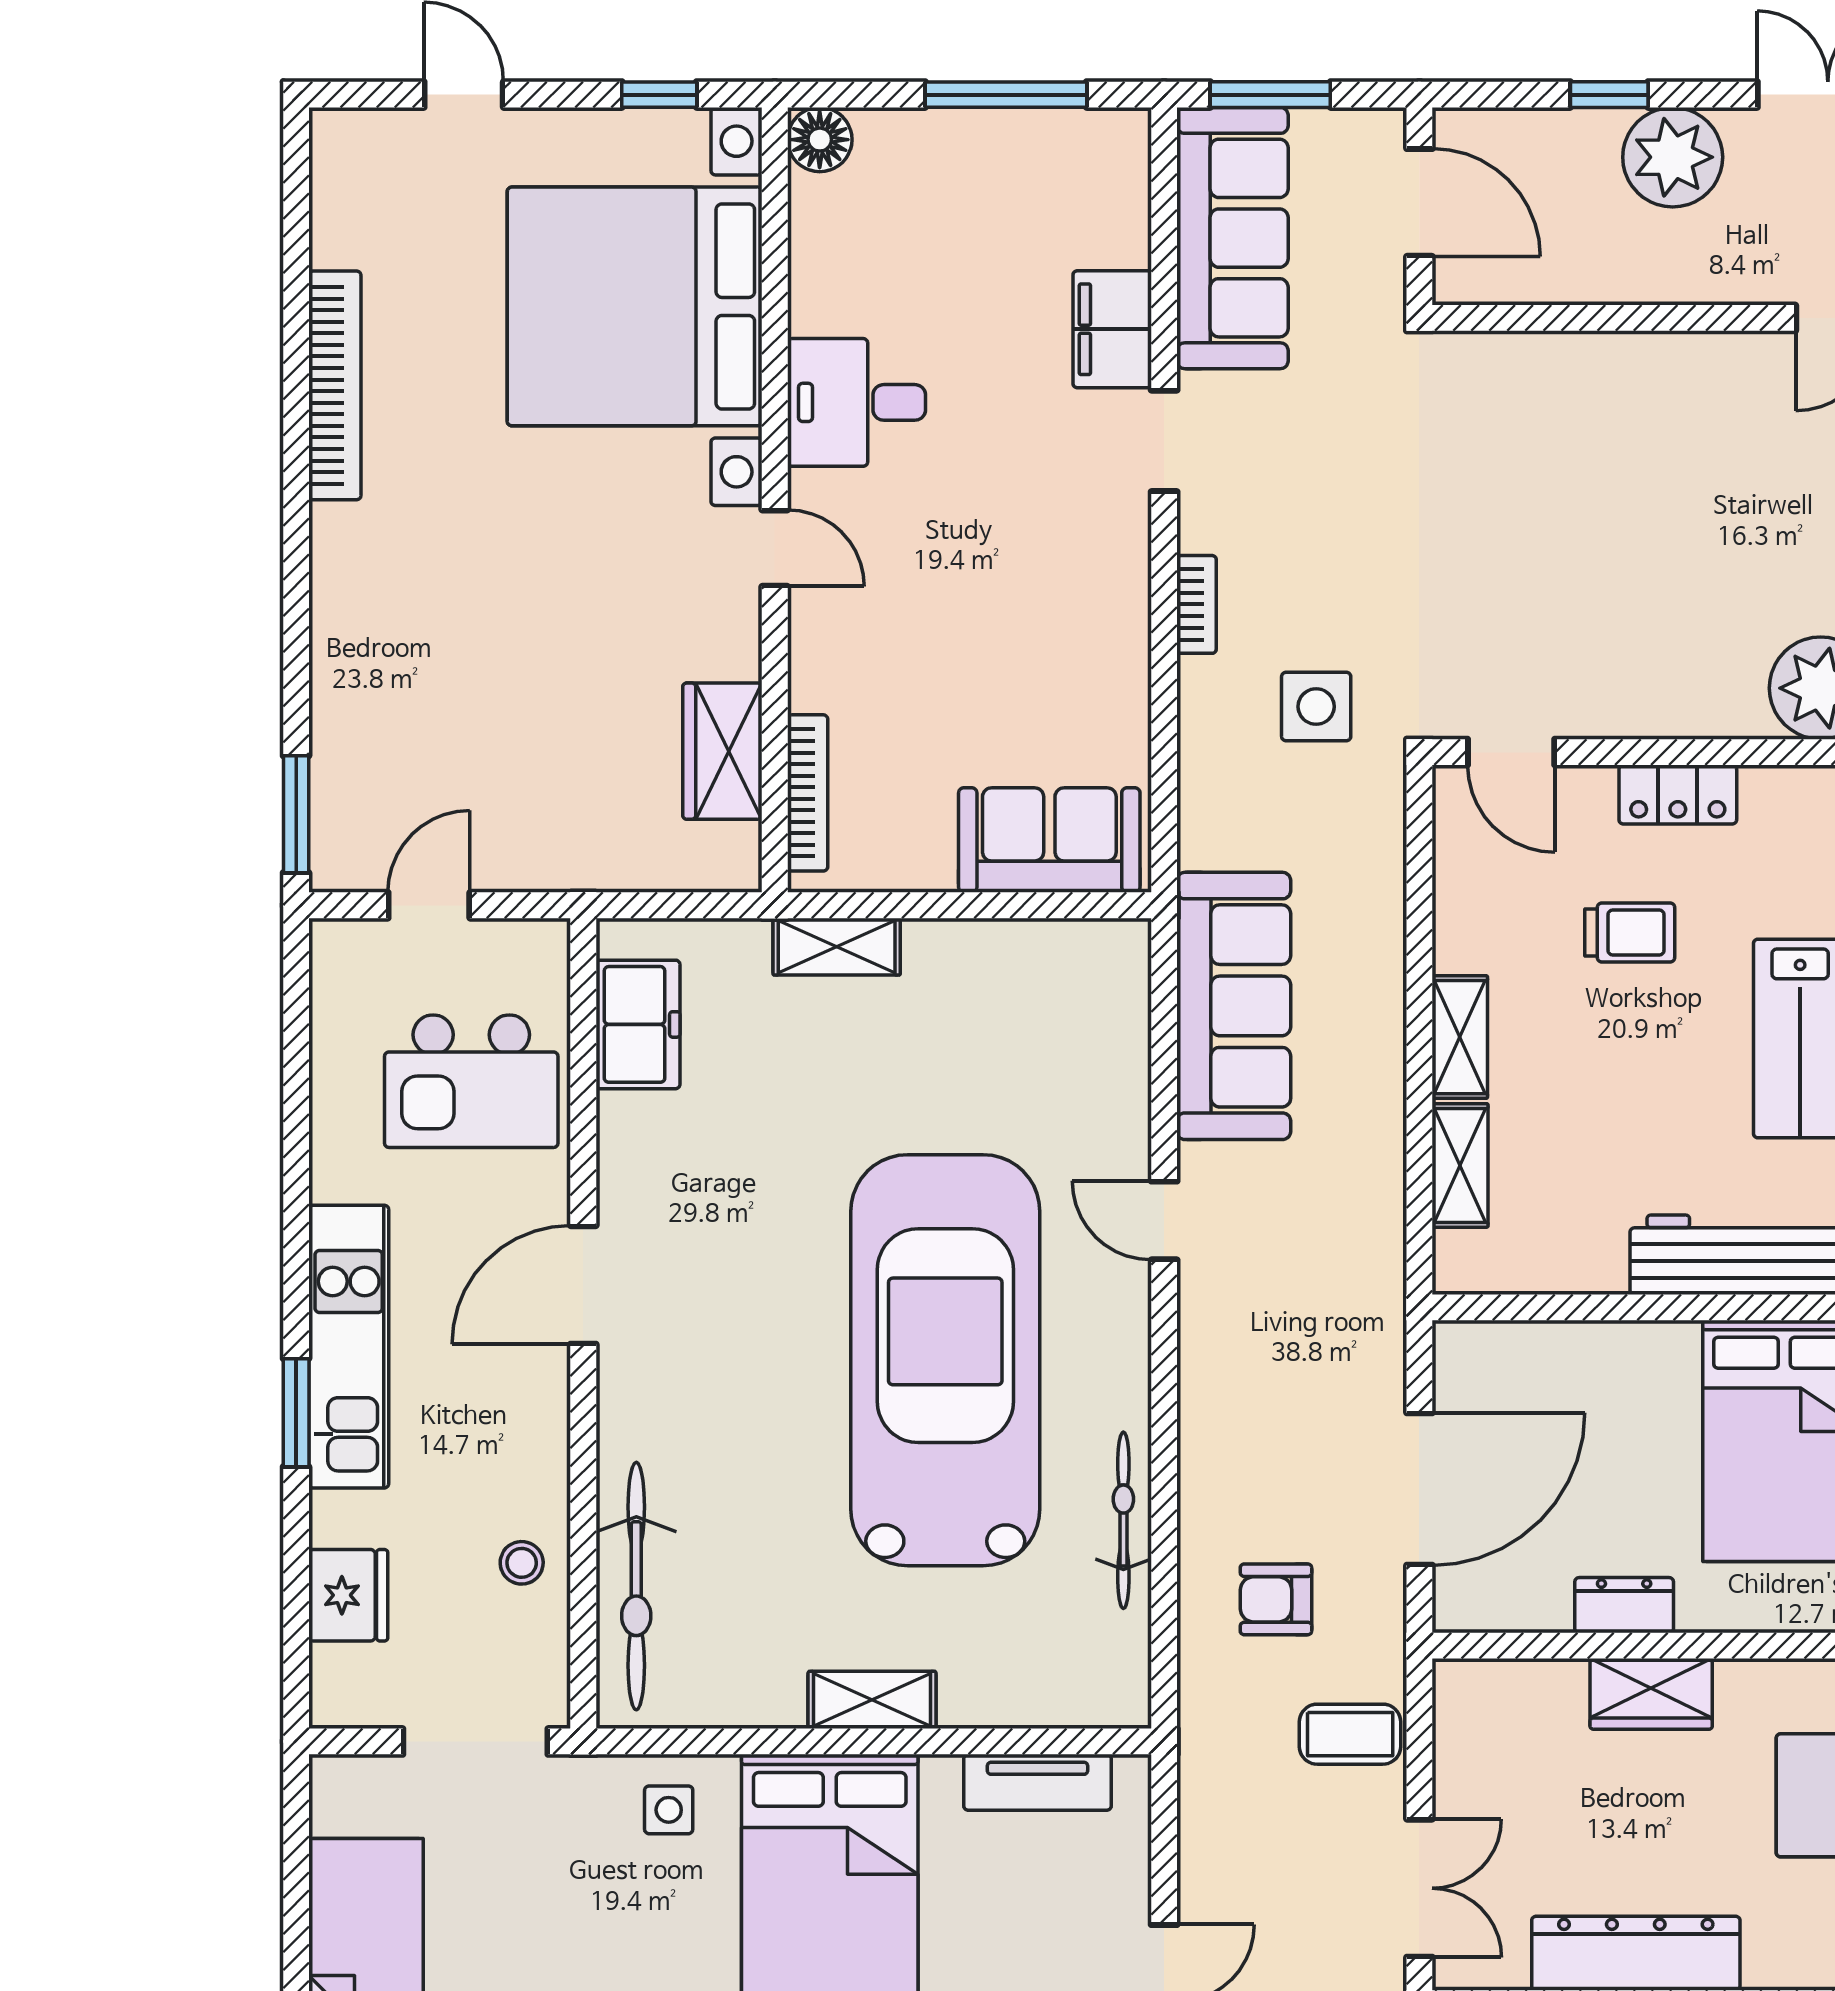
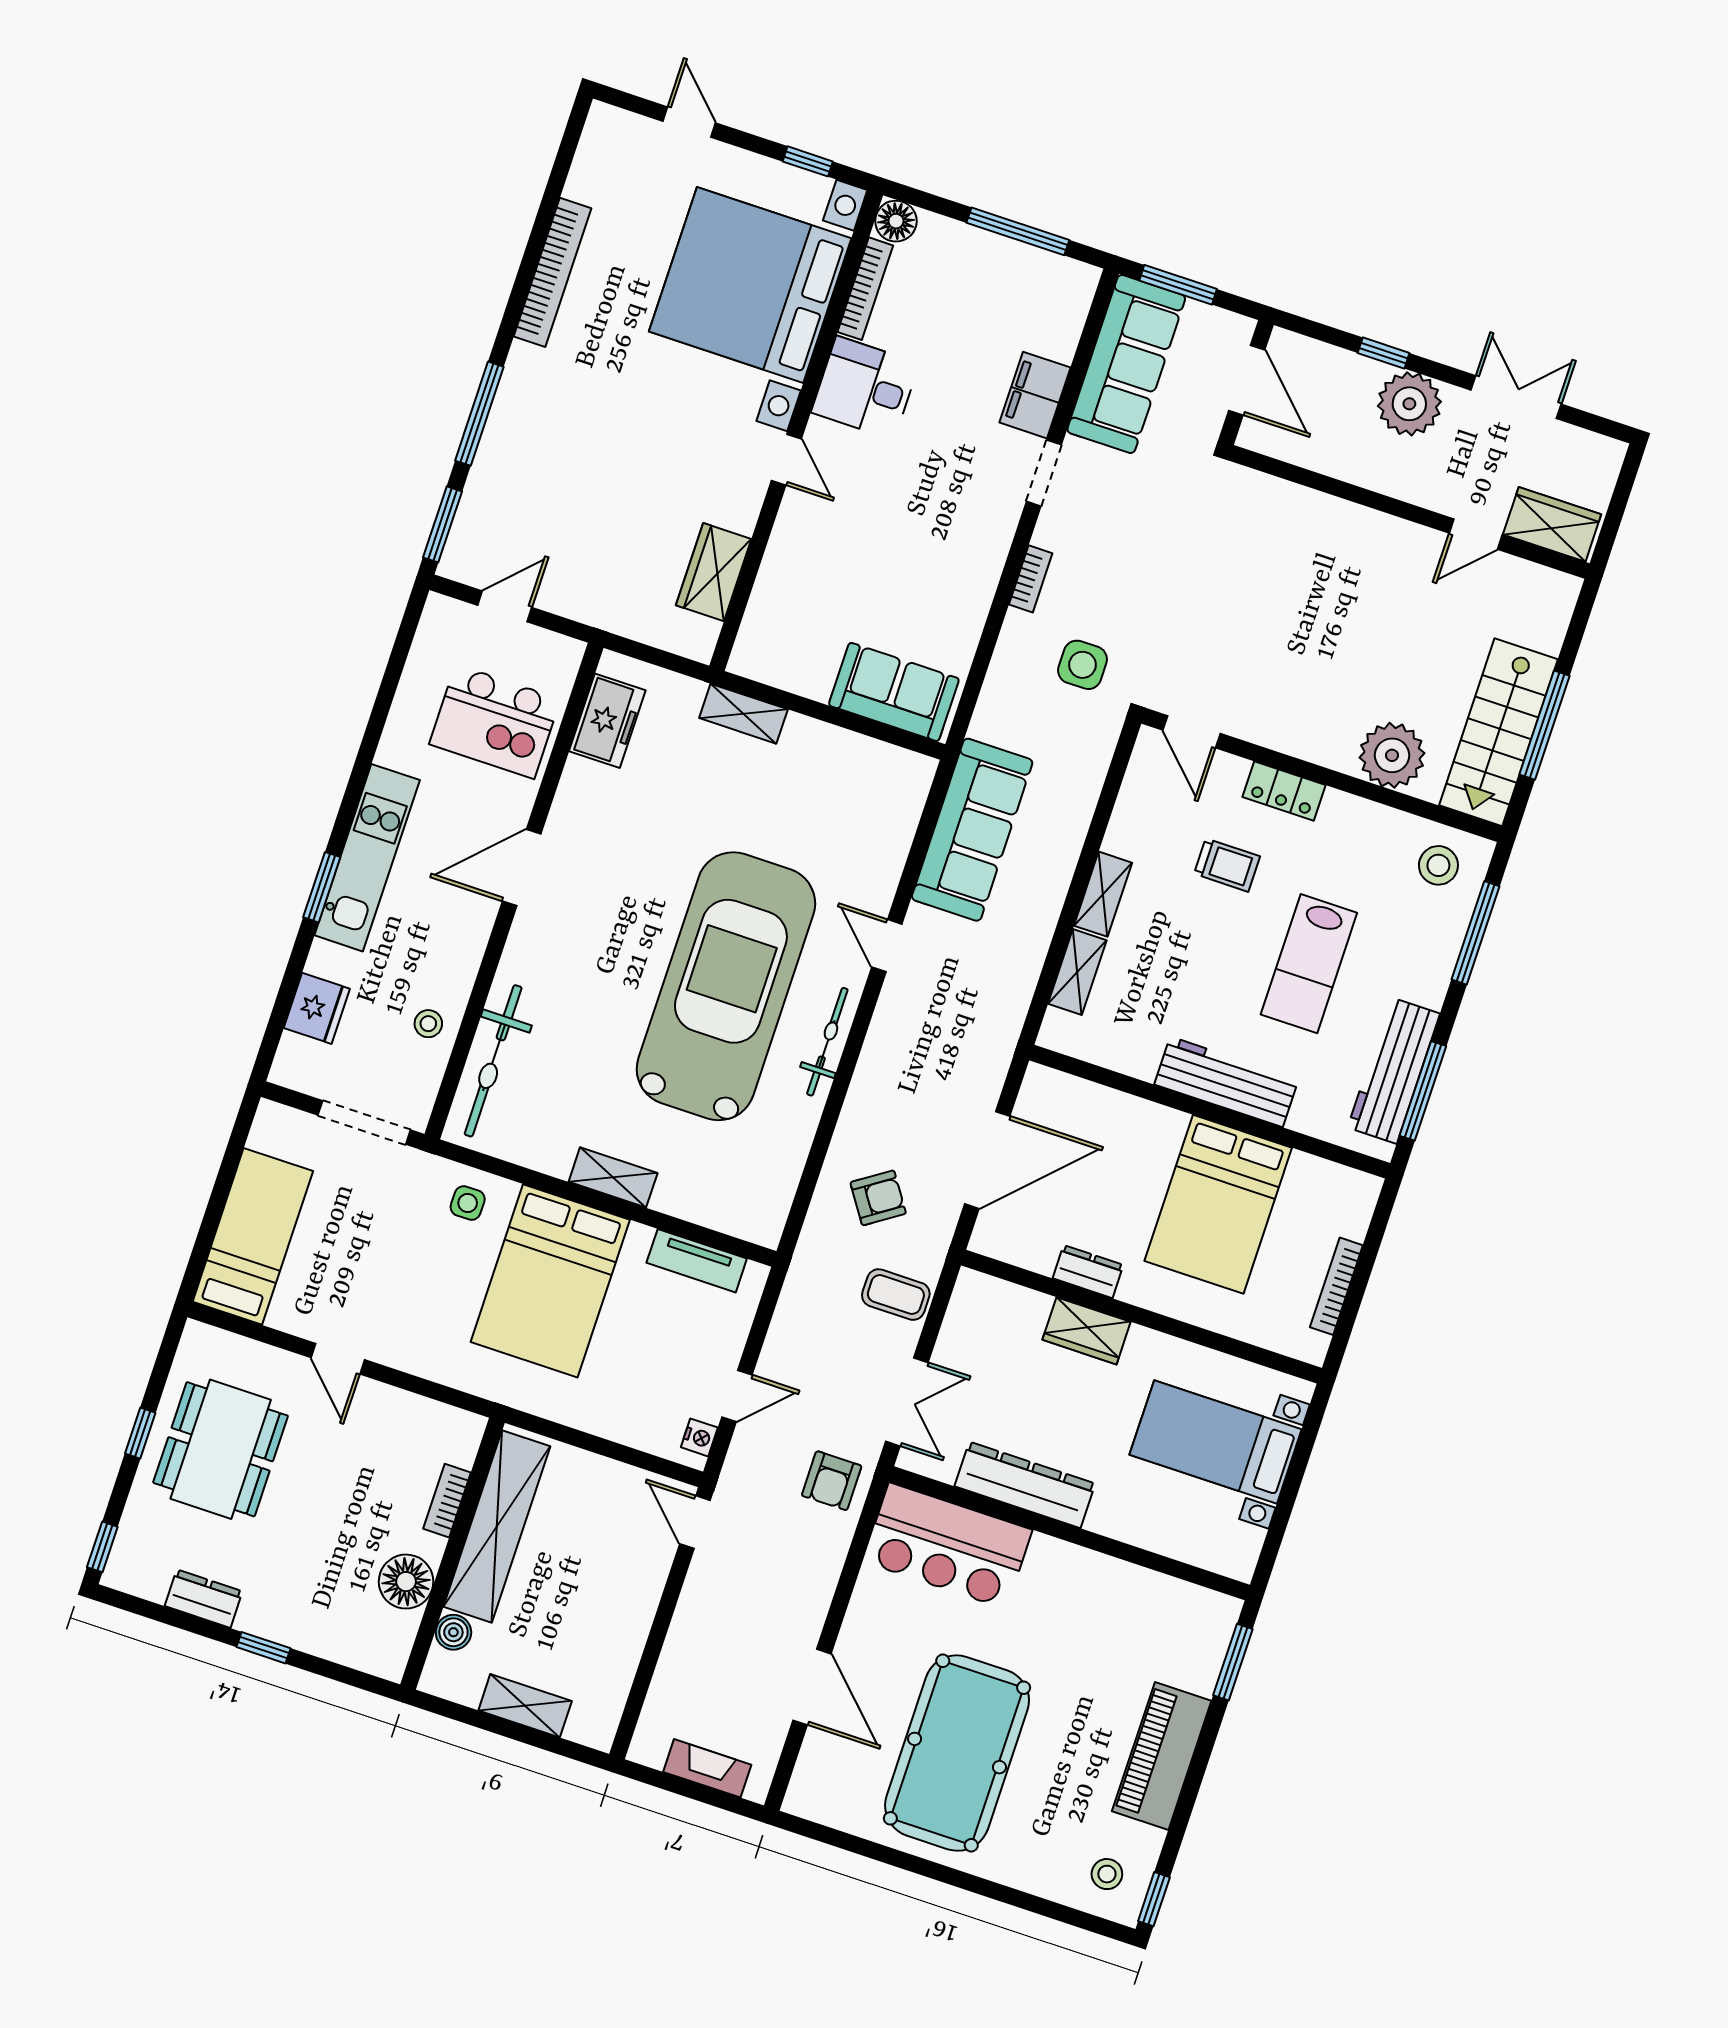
window: (296, 632) -> (479, 414), added
bookcase: (808, 793) -> (865, 289), moved
bicycle: (1123, 1520) -> (827, 1042), moved
armchair: (1276, 1599) -> (878, 1198), turned 146

